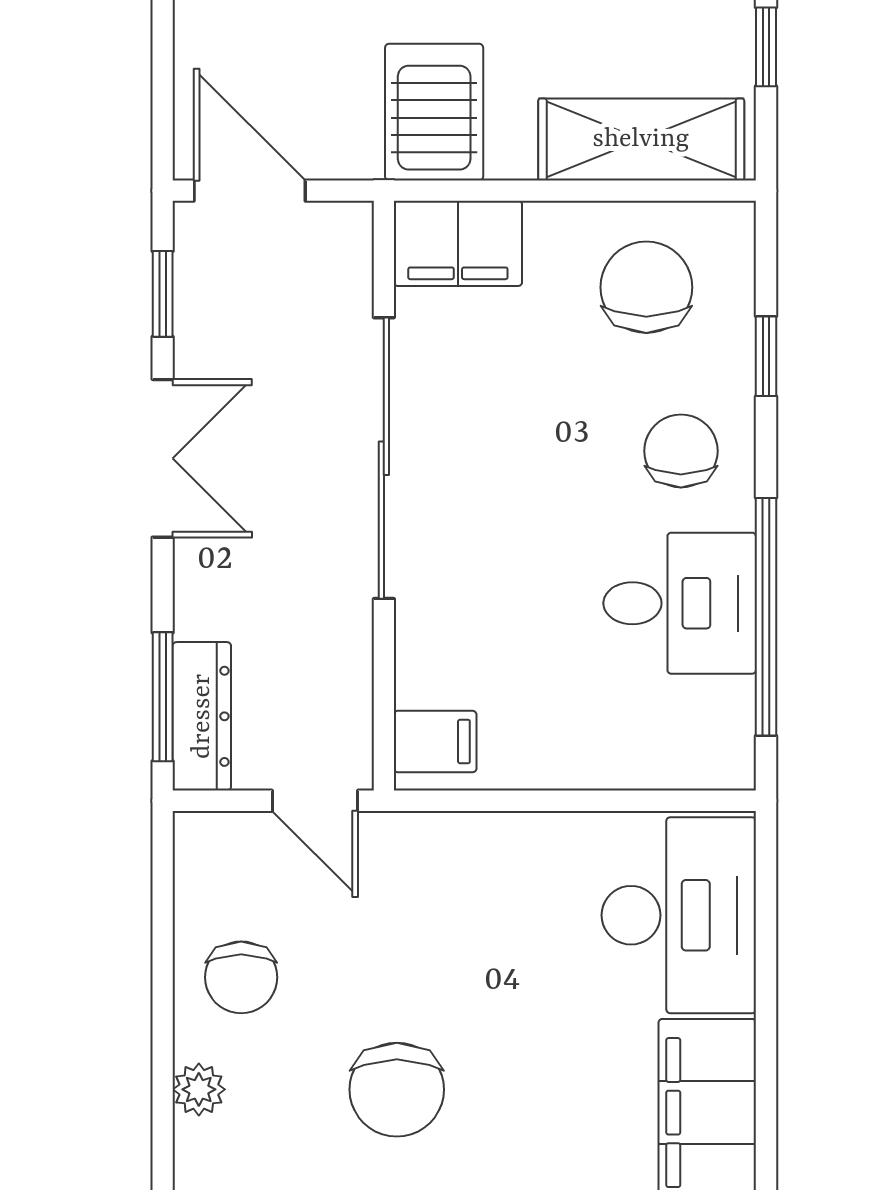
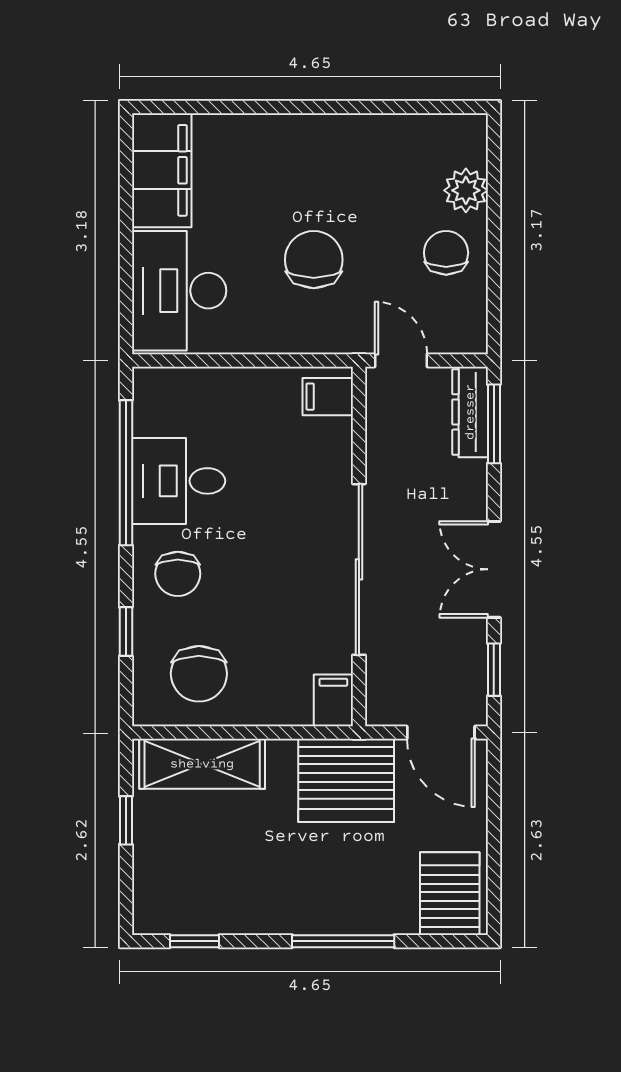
server rack: (434, 112) -> (346, 780), width x1.60
filing cabinet: (458, 243) -> (333, 700), width x0.50
plant: (199, 1089) -> (466, 190), width x1.38, depth x1.38
chair: (397, 1090) -> (314, 260), moved

